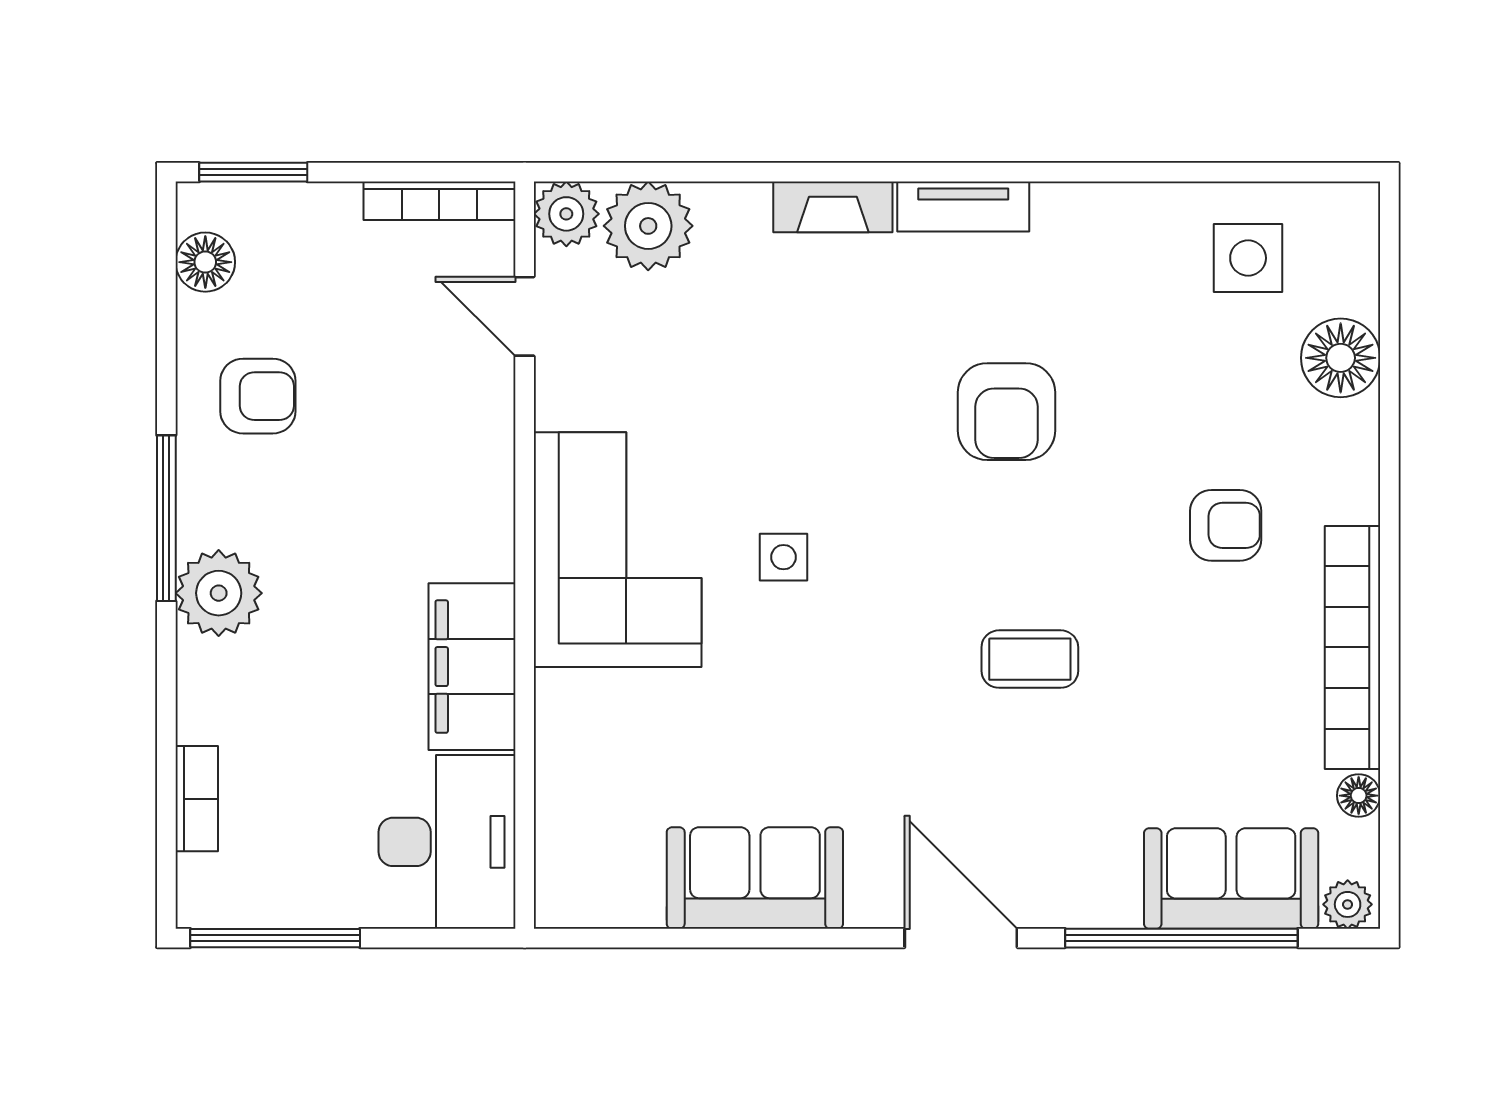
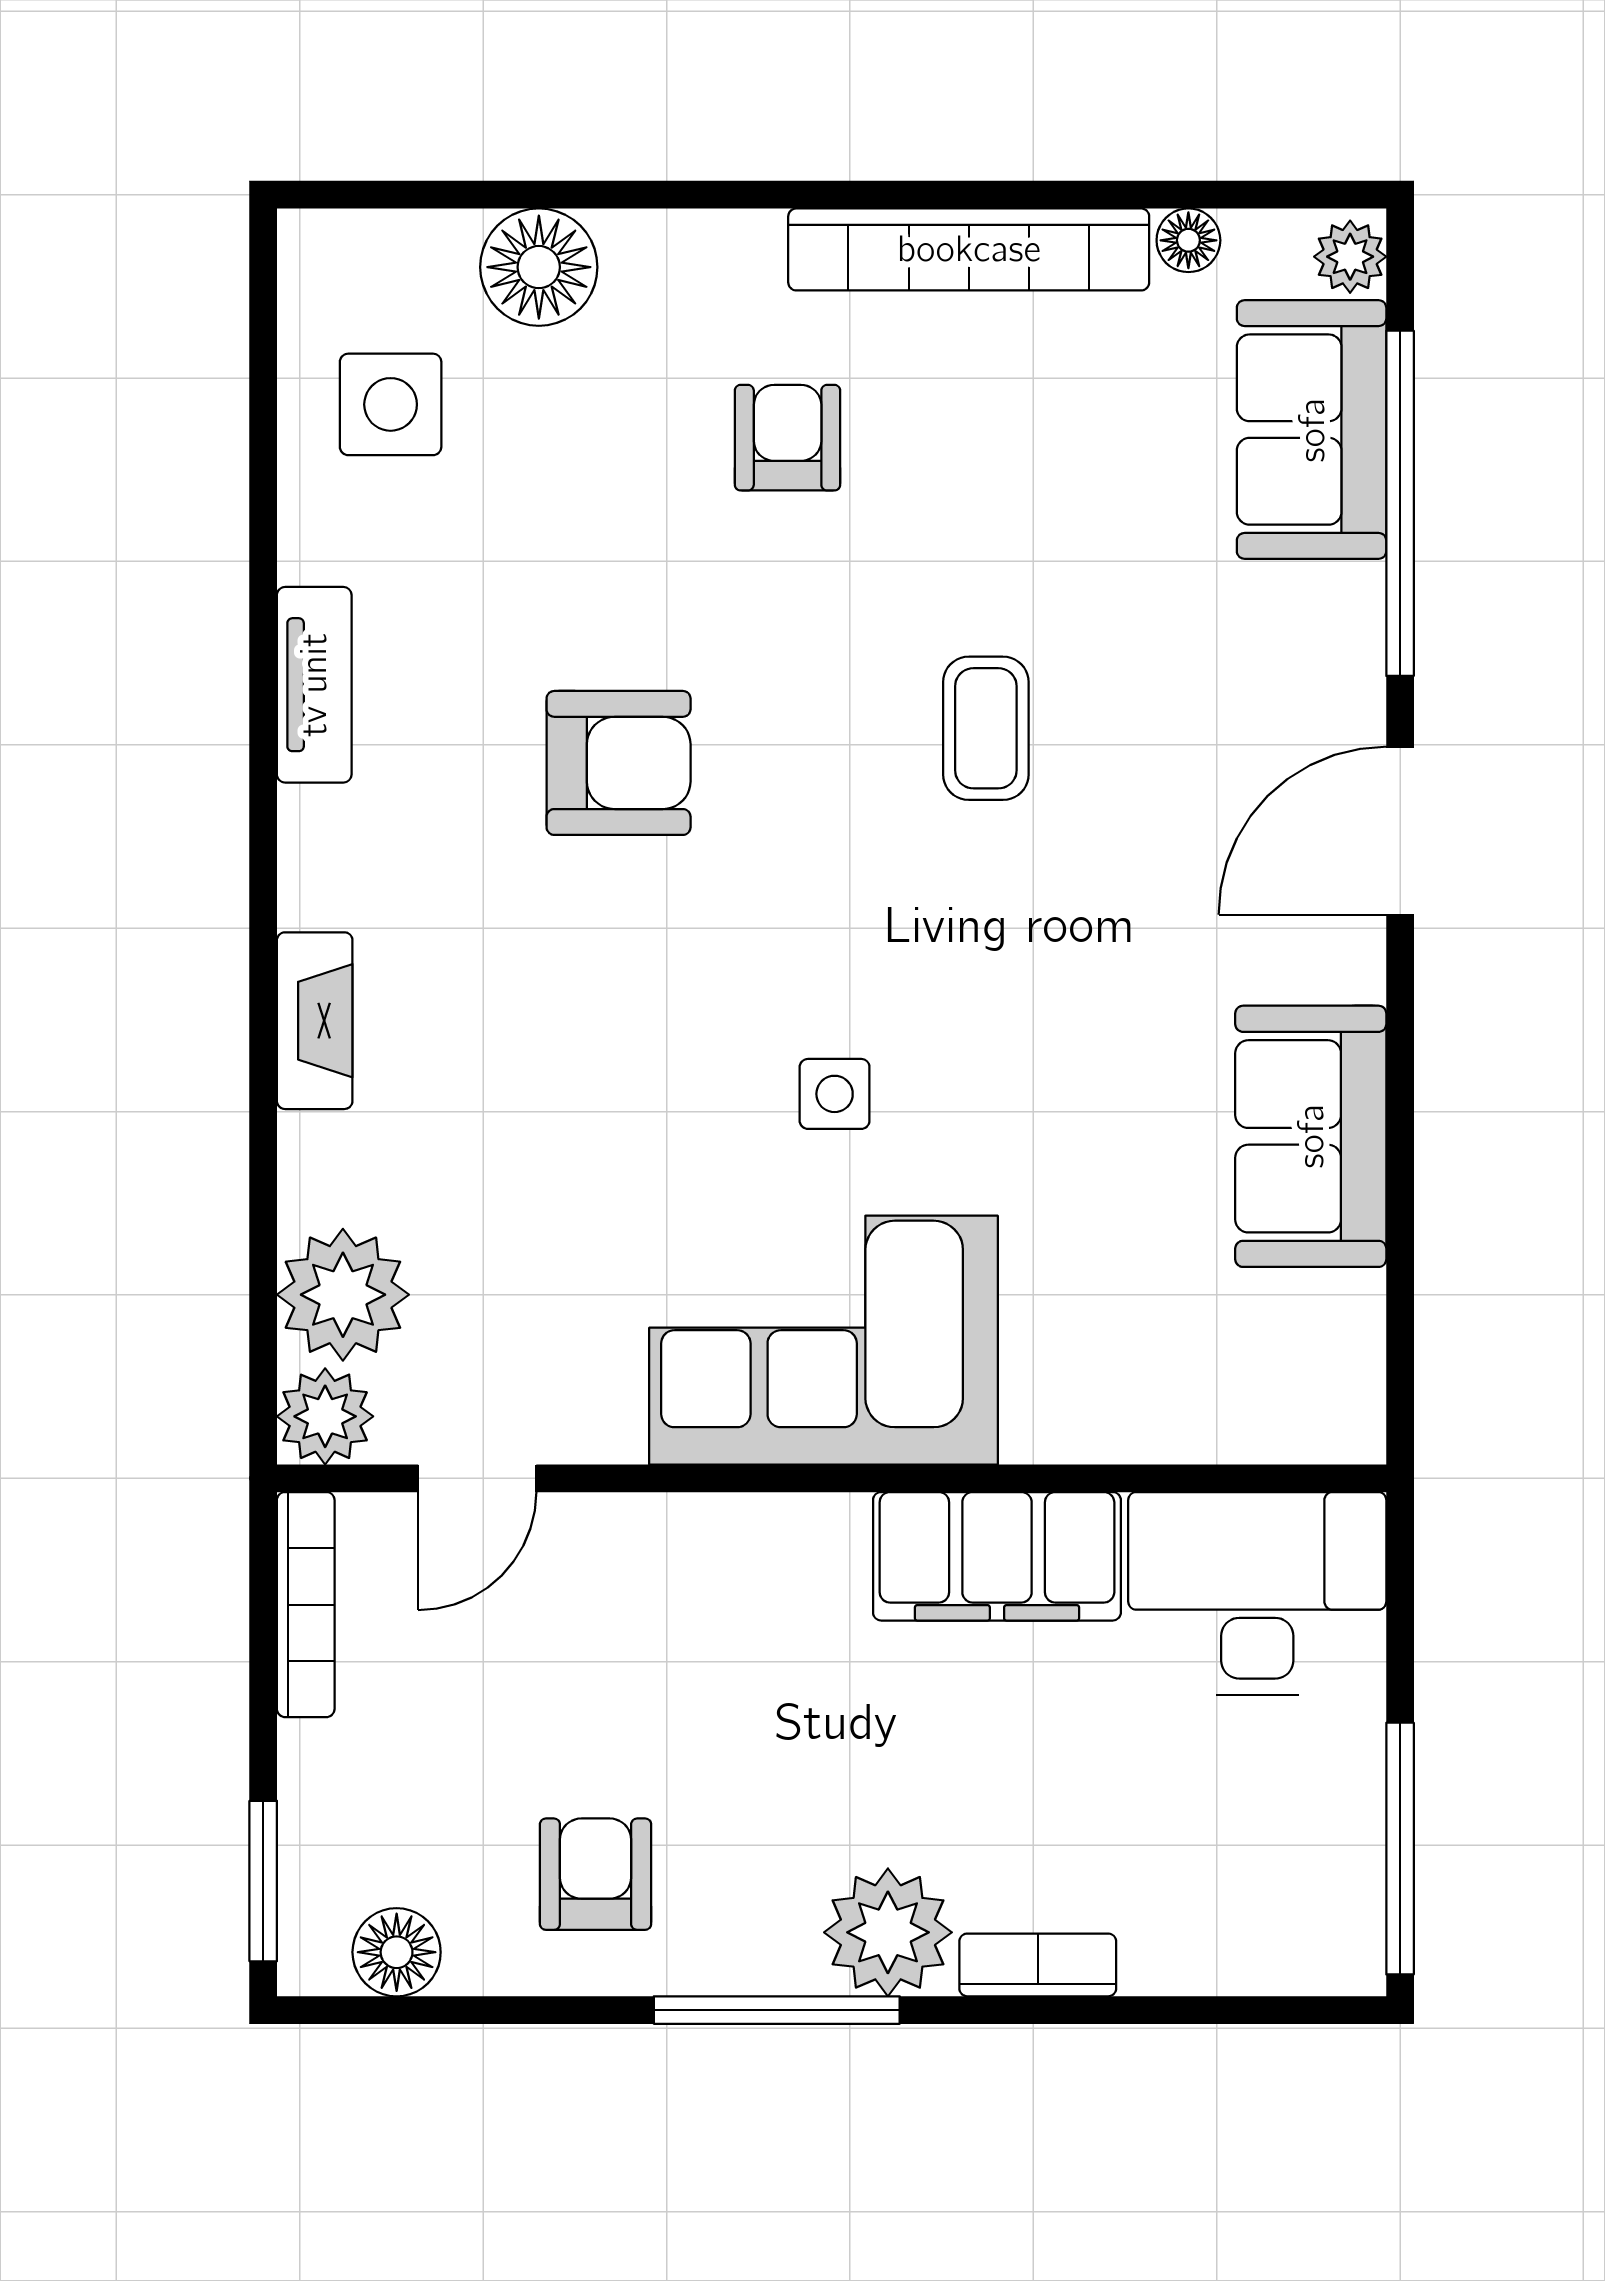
tv unit: (963, 207) -> (314, 685), moved
bookcase: (197, 799) -> (1038, 1965), moved

